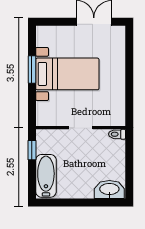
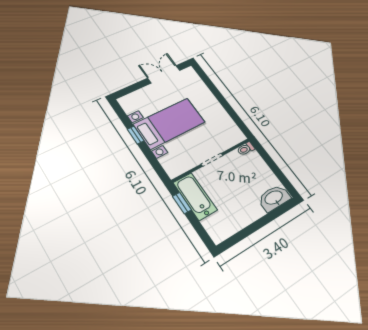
window: (32, 70) -> (136, 135), width x0.67
bathtub: (46, 176) -> (195, 196), moved

